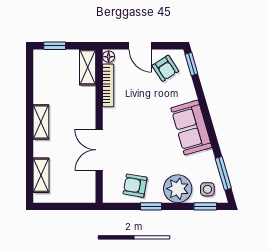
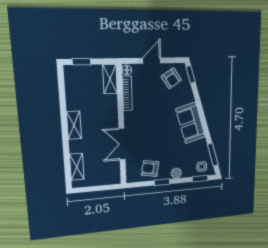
door: (140, 46) -> (152, 61), swing flipped
plant: (178, 189) -> (176, 173), width x0.53, depth x0.53

